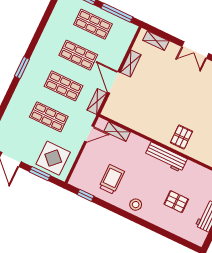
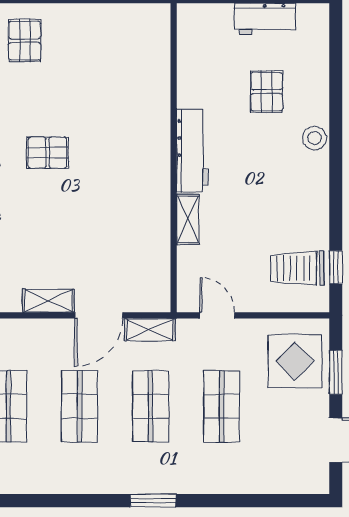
shelving: (117, 132) -> (188, 219), moved
pallet: (181, 137) -> (47, 153), moved
trolley: (112, 179) -> (297, 268), moved
stool: (136, 205) -> (314, 138), moved

